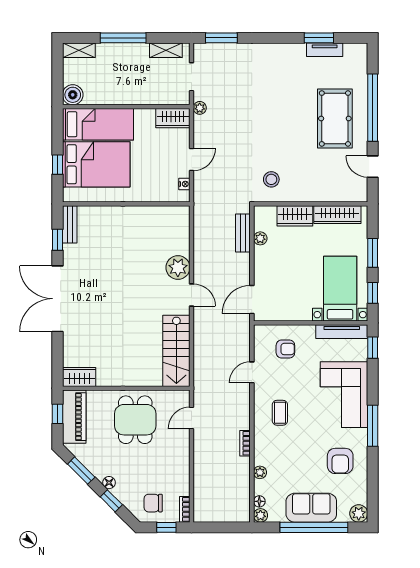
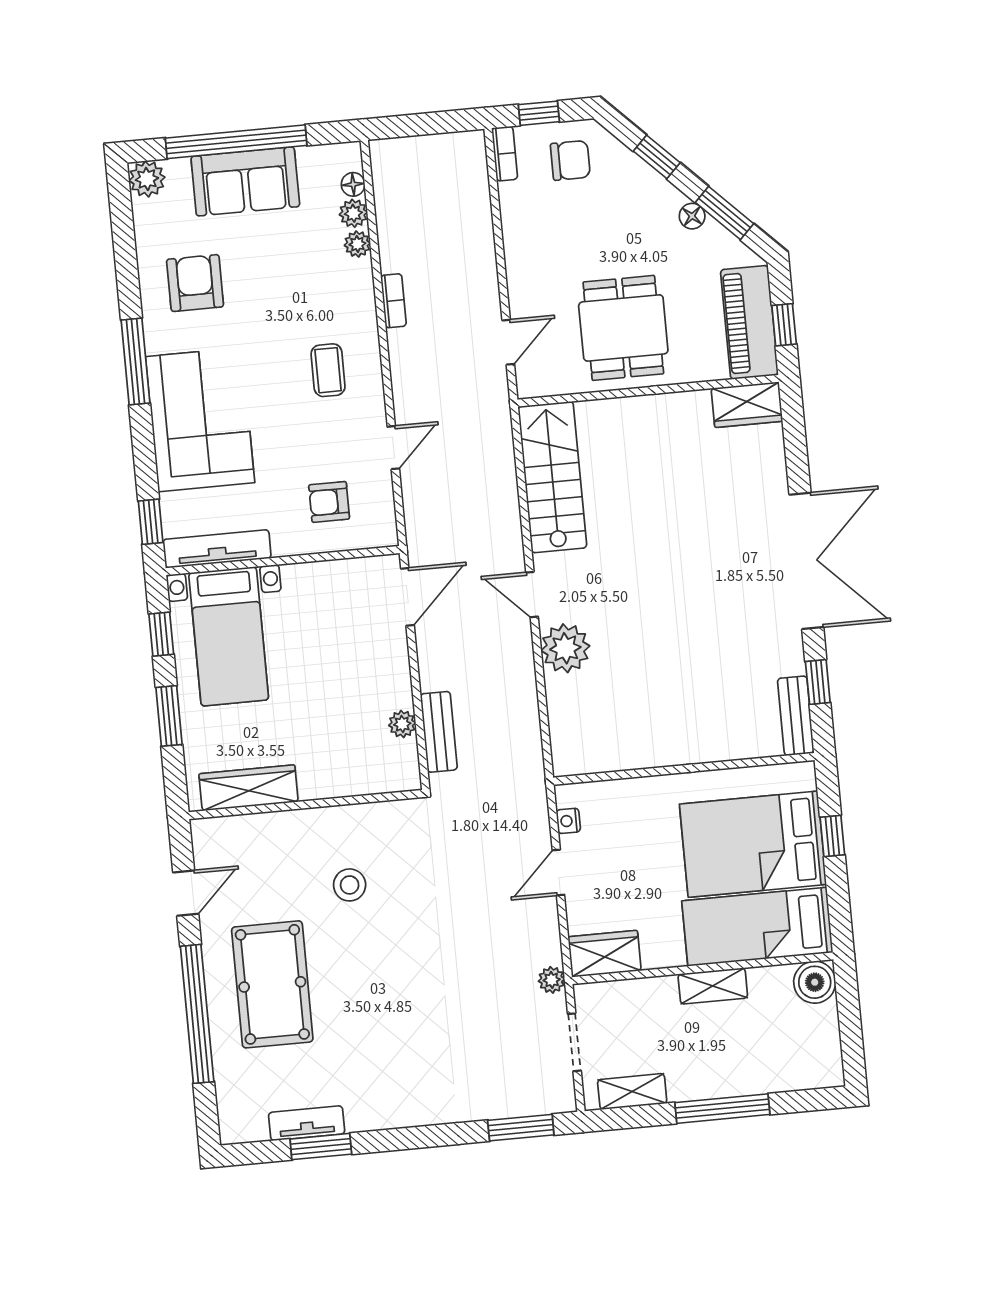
shelving: (79, 50) -> (713, 986), moved
door: (373, 167) -> (186, 893), hinge flipped
stool: (271, 179) -> (350, 885), moved
wardrobe: (295, 216) -> (336, 777), removed
floor lamp: (109, 483) -> (692, 216), moved
plant: (260, 515) -> (353, 213), moved

